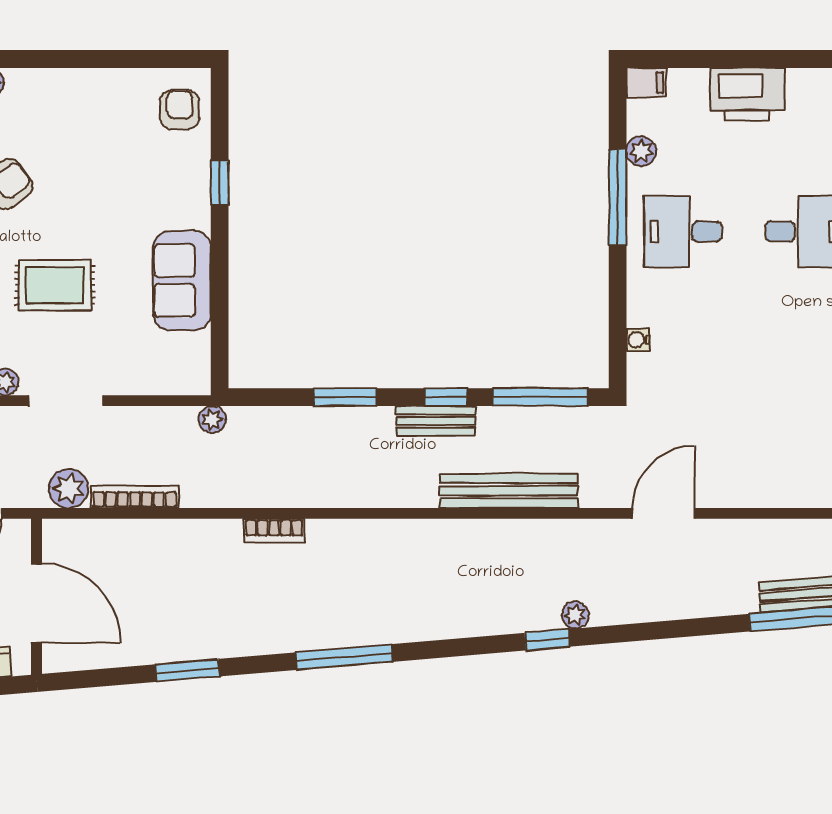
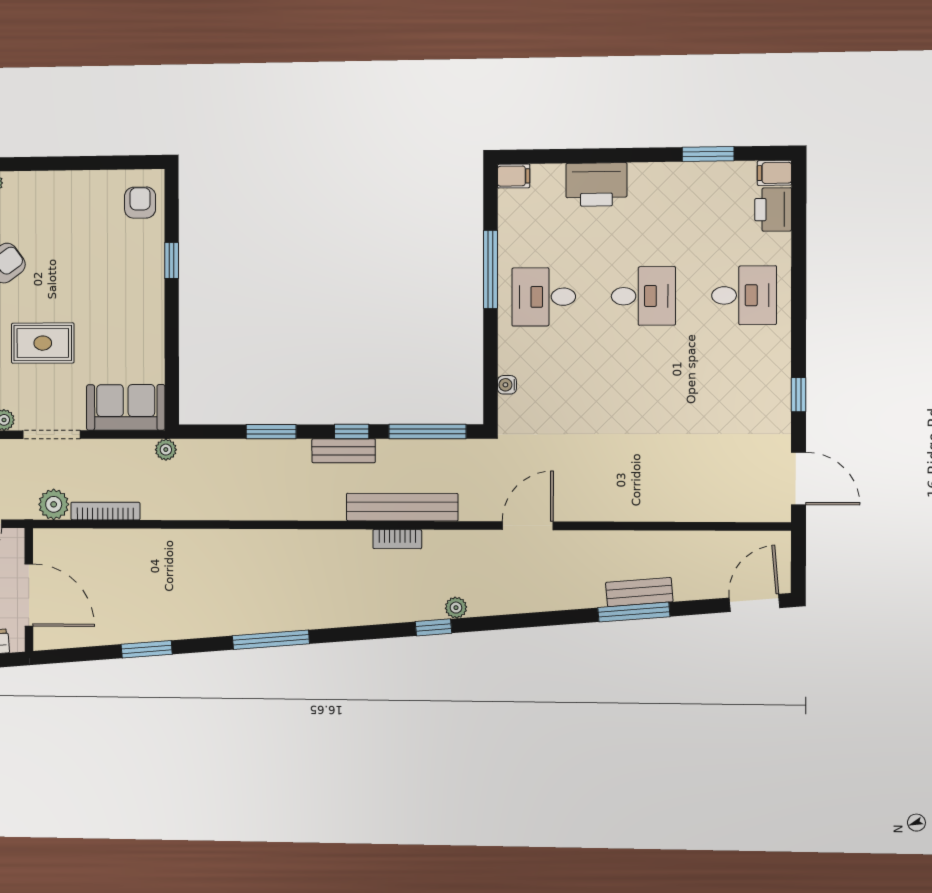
plant: (641, 151) -> (510, 232), removed
sofa: (182, 281) -> (126, 407), moved, turned 90
bookcase: (274, 531) -> (397, 539), moved

